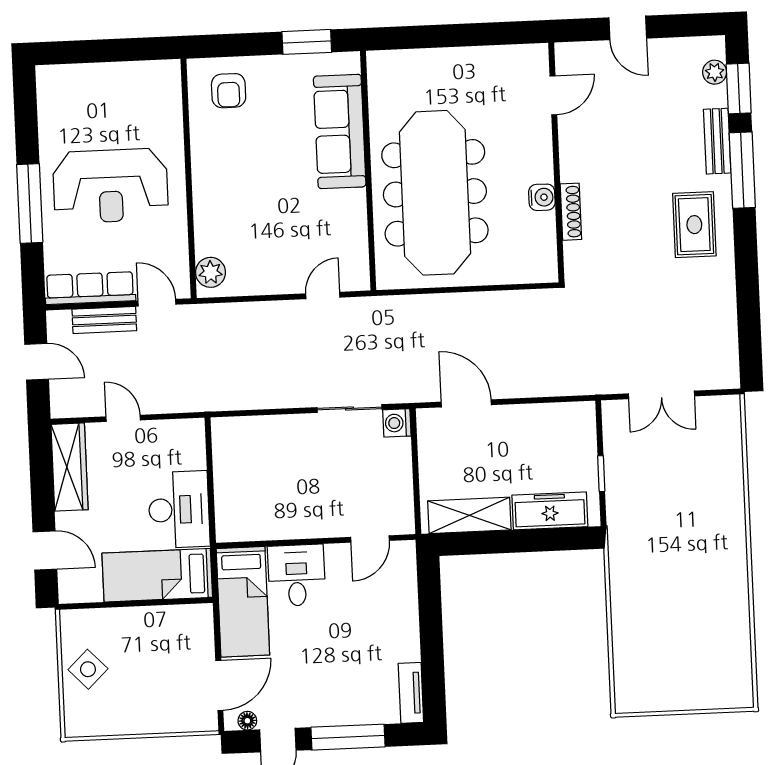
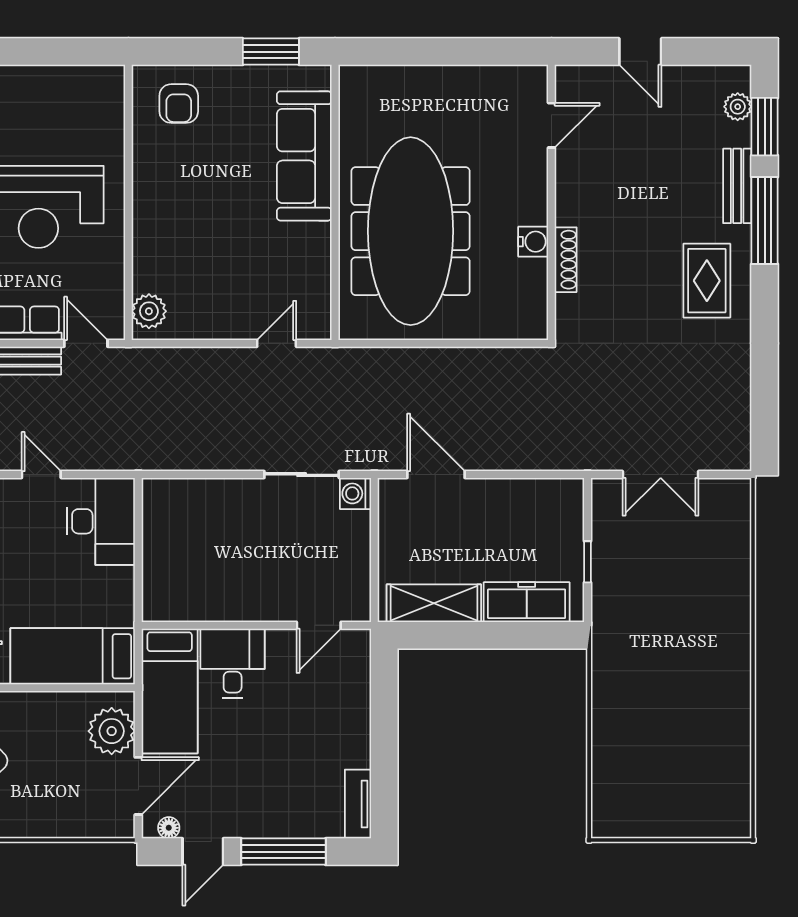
desk: (179, 510) -> (101, 521), moved
plant: (194, 639) -> (112, 731), added

